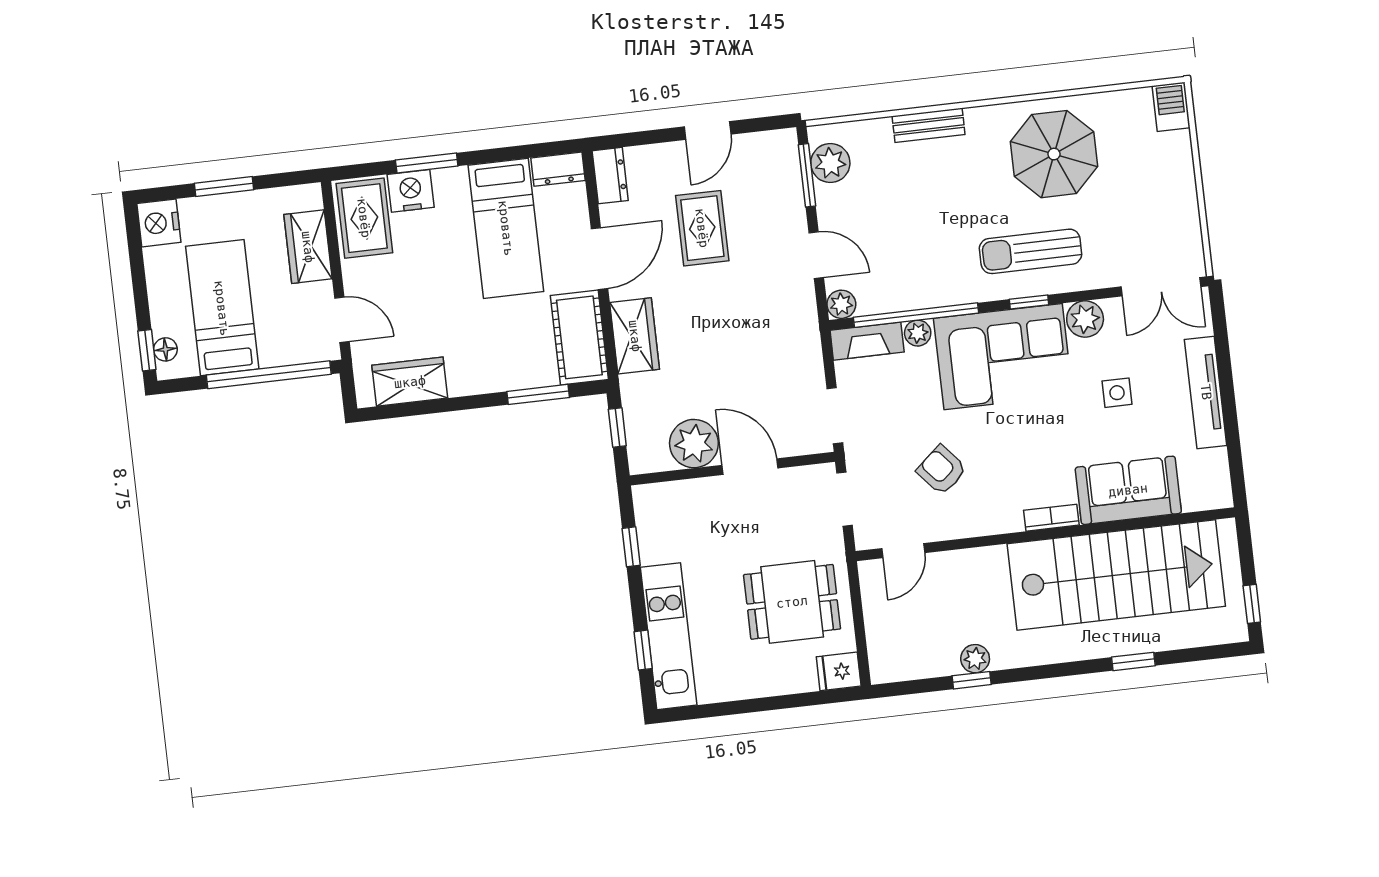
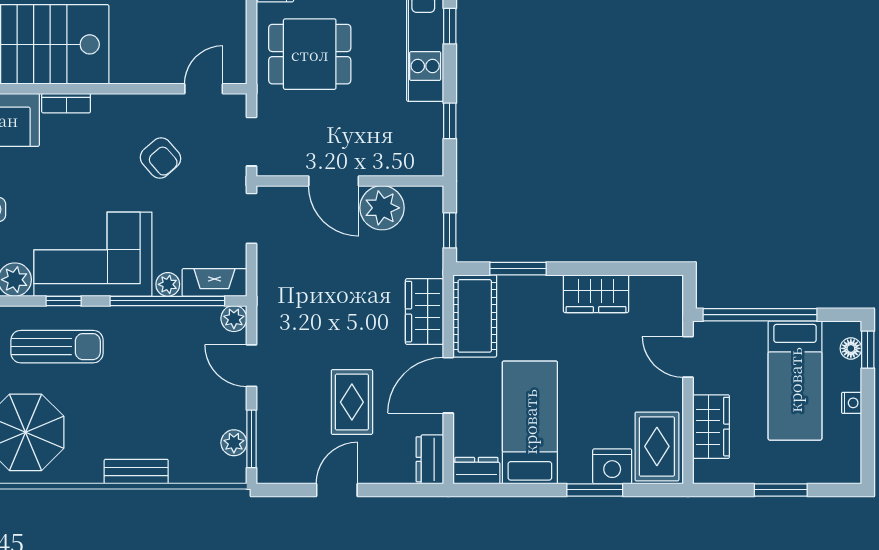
plant: (830, 163) -> (234, 443), width x0.73, depth x0.73
nightstand: (159, 223) -> (852, 403), moved, width x0.53, depth x0.56
wardrobe: (410, 382) -> (596, 294), moved

